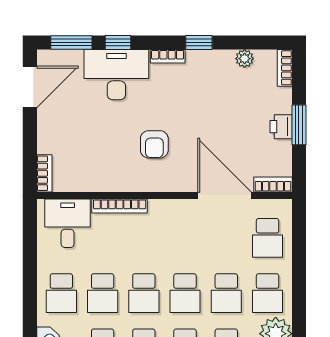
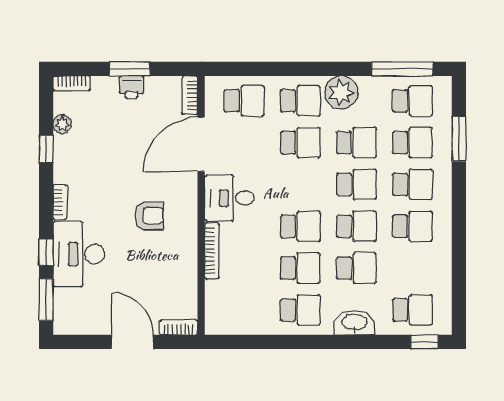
window: (199, 43) -> (46, 149), moved
door: (30, 87) -> (133, 342), moved
desk: (68, 223) -> (229, 198), moved
school desk: (185, 293) -> (300, 184), removed

